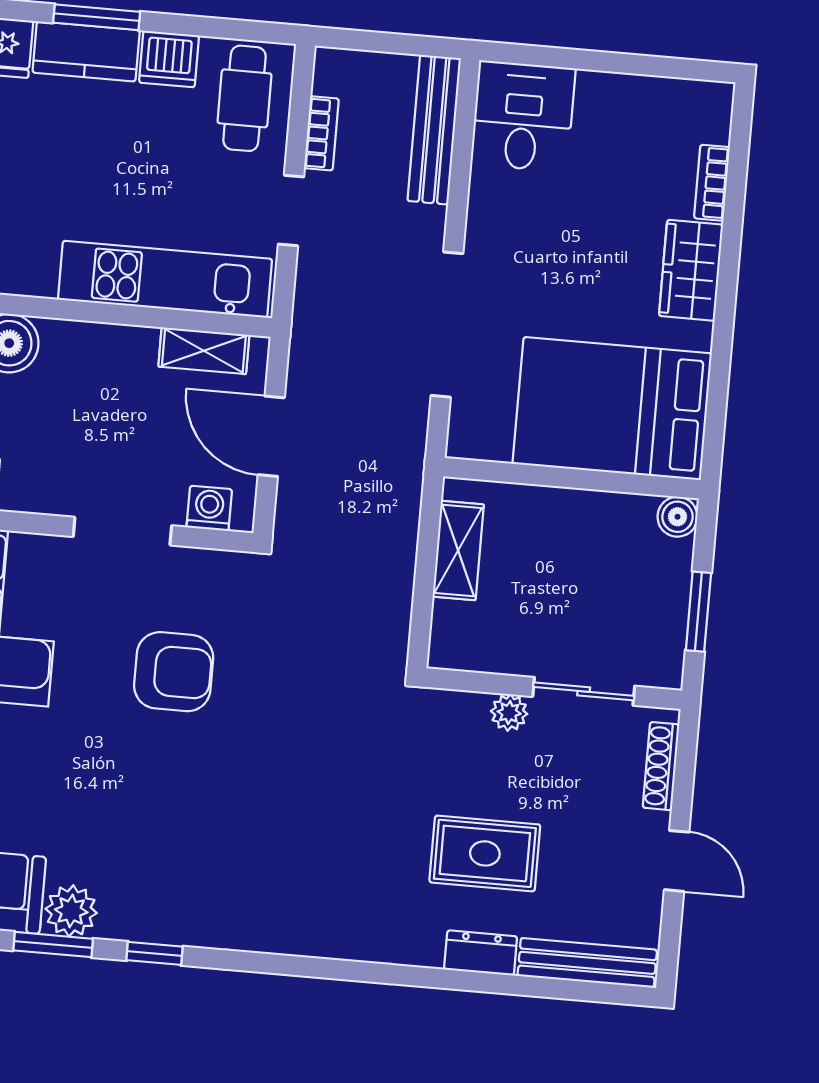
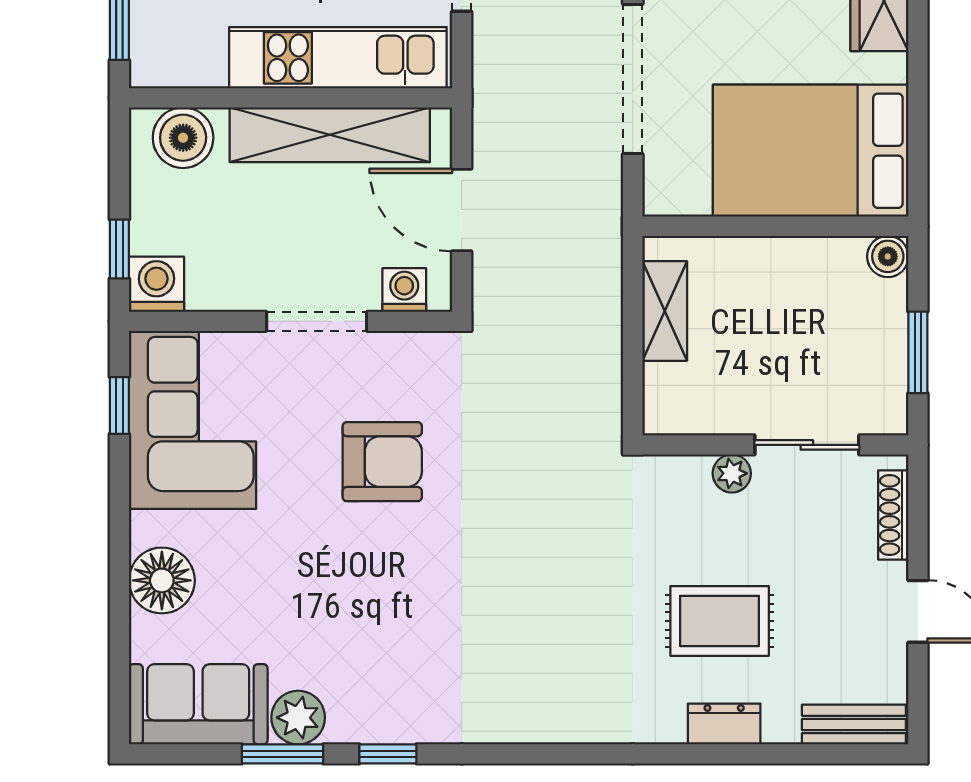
shelving: (204, 351) -> (330, 135), width x2.20, depth x1.33
bench: (587, 963) -> (854, 725), width x0.73

